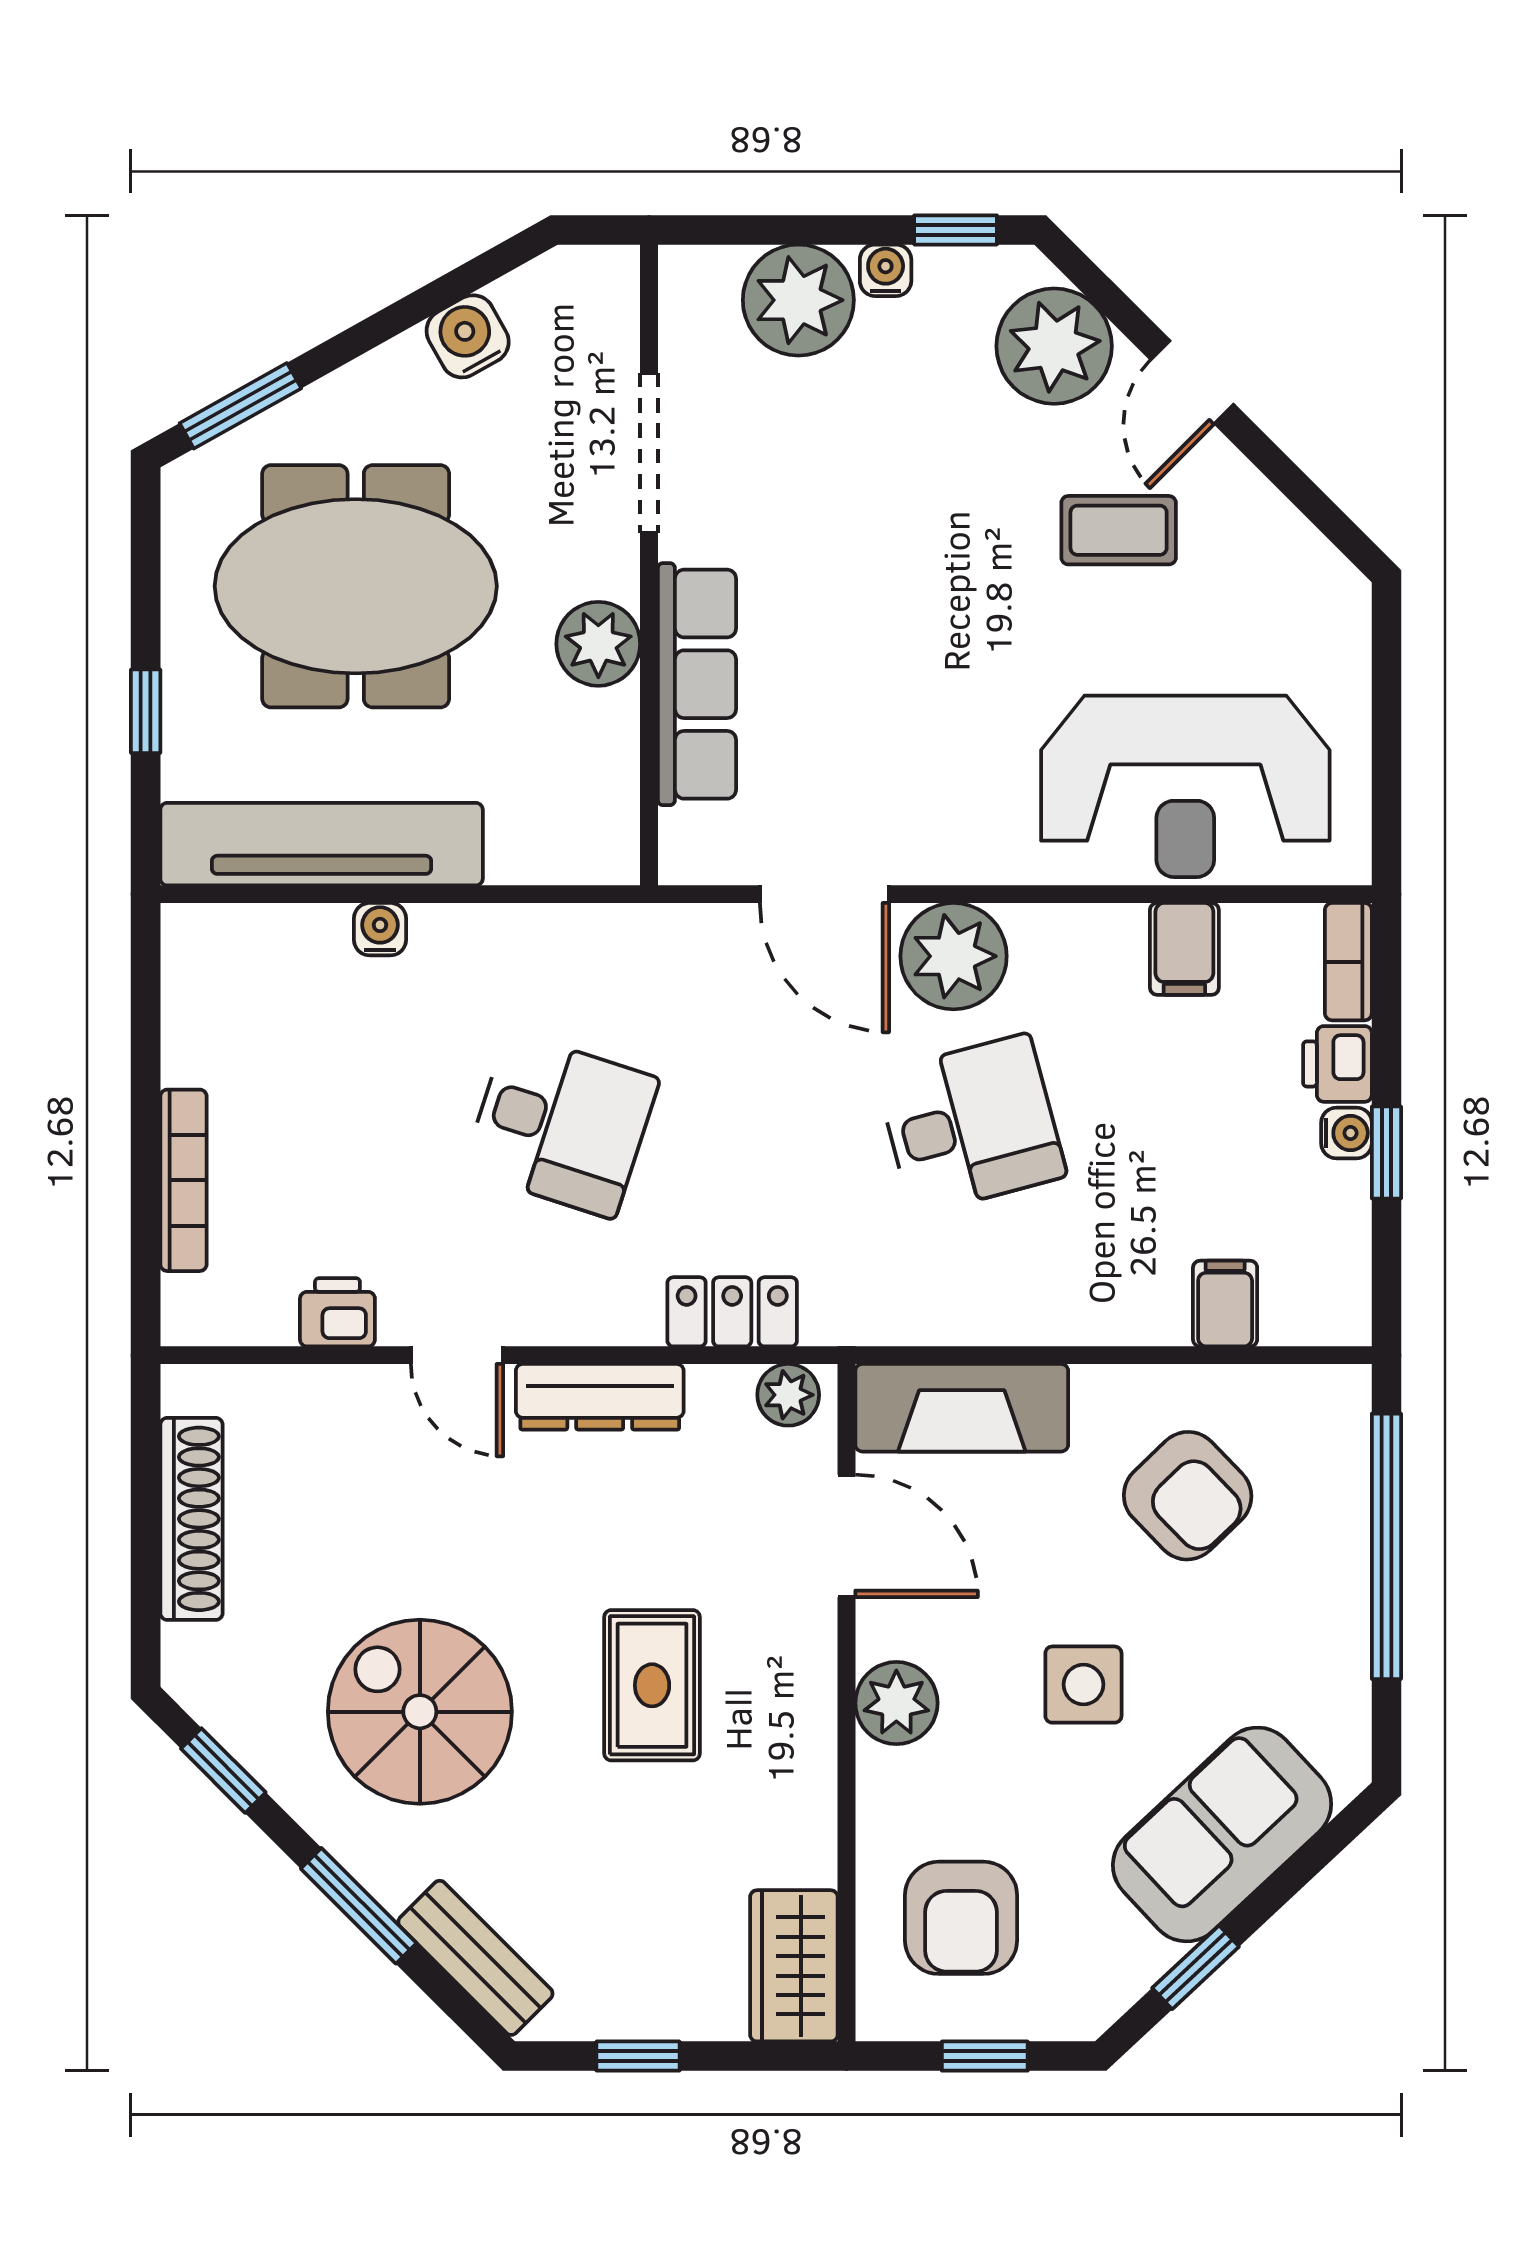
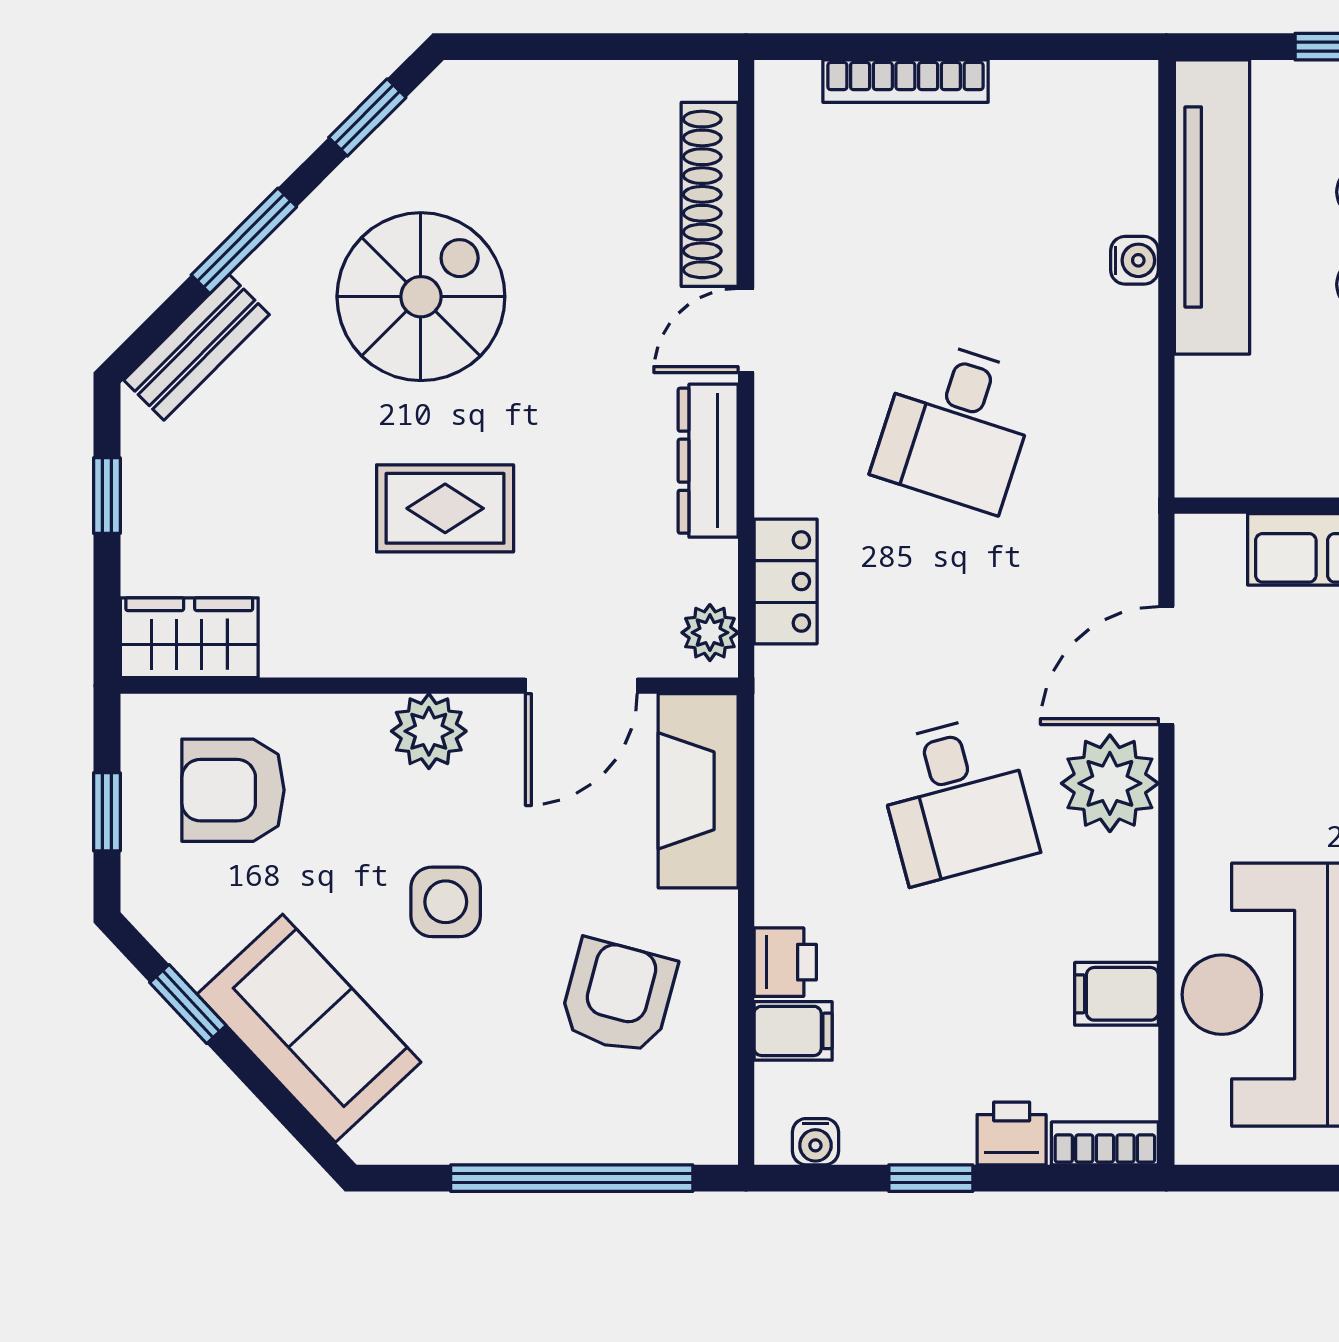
water cooler: (1346, 1133) -> (815, 1142), moved
printer: (337, 1312) -> (785, 962), moved
armchair: (1188, 1496) -> (618, 997), turned 149
shoe rack: (191, 1519) -> (710, 194), moved, turned 90

